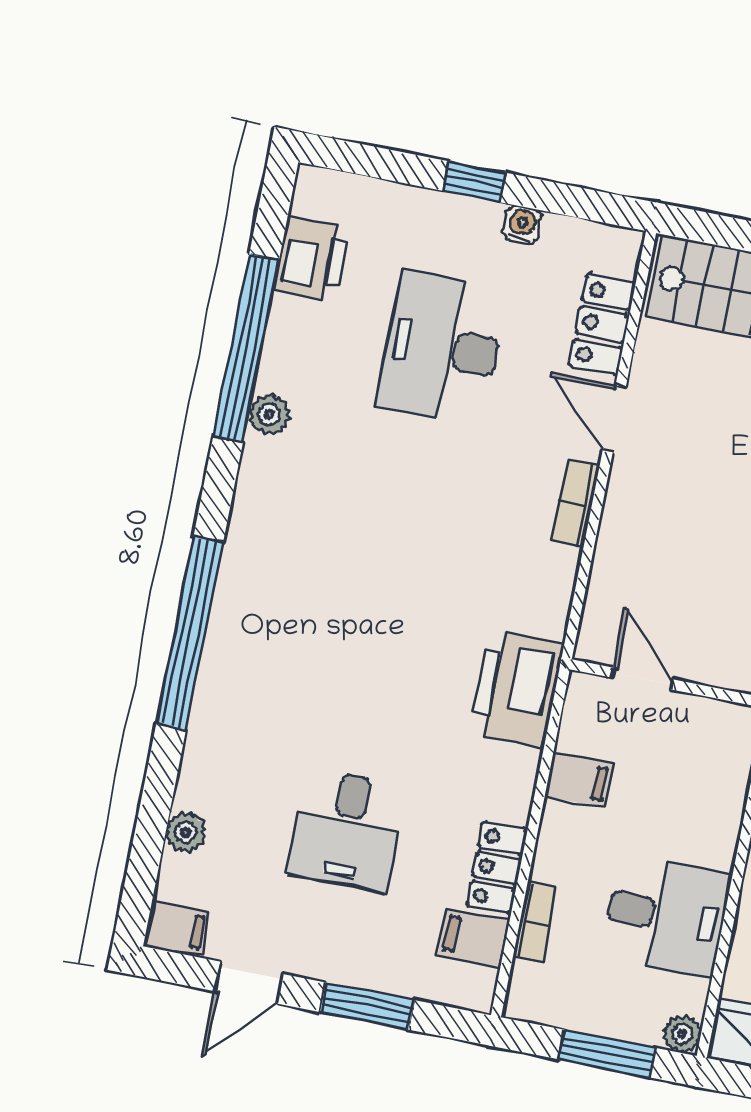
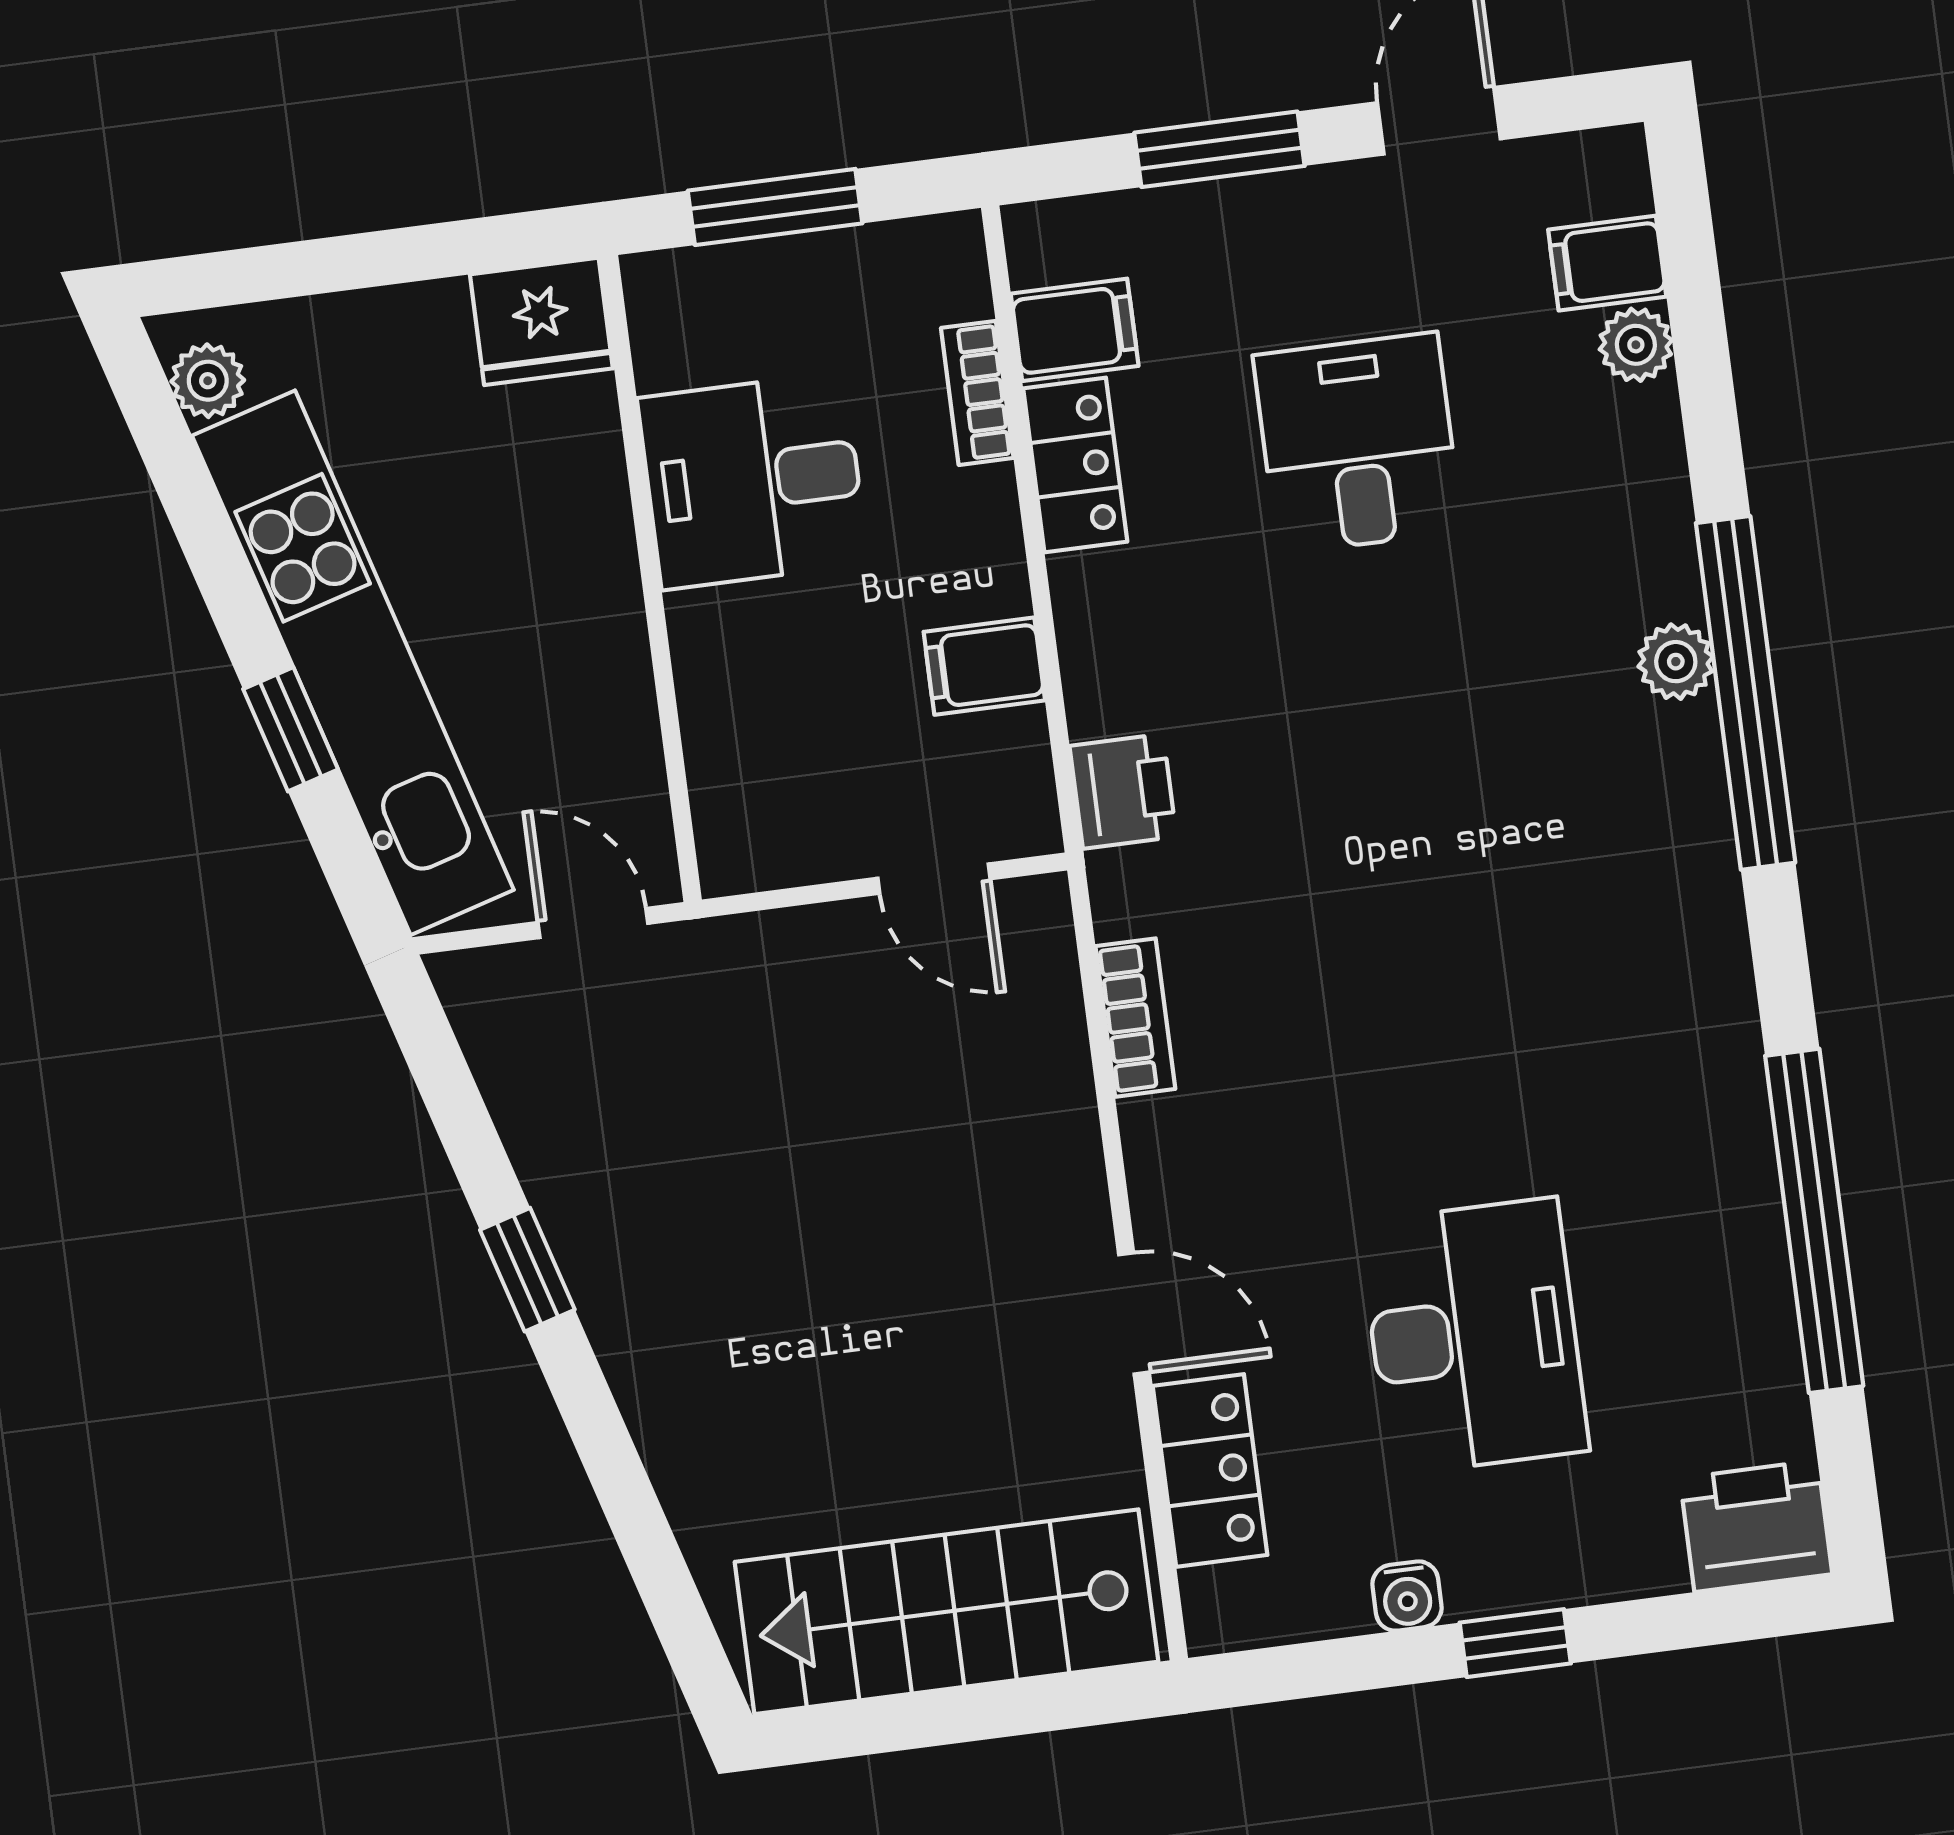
printer: (311, 258) -> (1756, 1526), moved, turned 90
plant: (269, 414) -> (1676, 662), moved
bookcase: (575, 503) -> (1135, 1018), moved
printer: (517, 688) -> (1123, 791), width x0.53, depth x0.68
filing cabinet: (177, 928) -> (1607, 263), moved
plant: (682, 1034) -> (657, 285), removed

